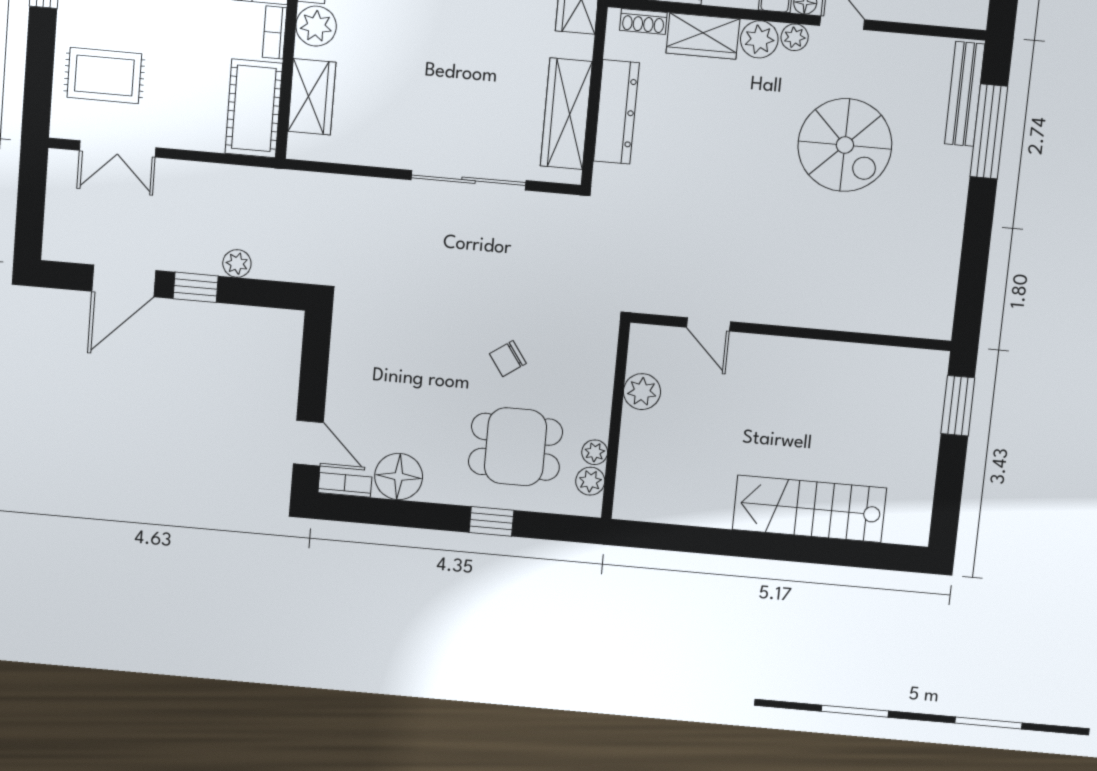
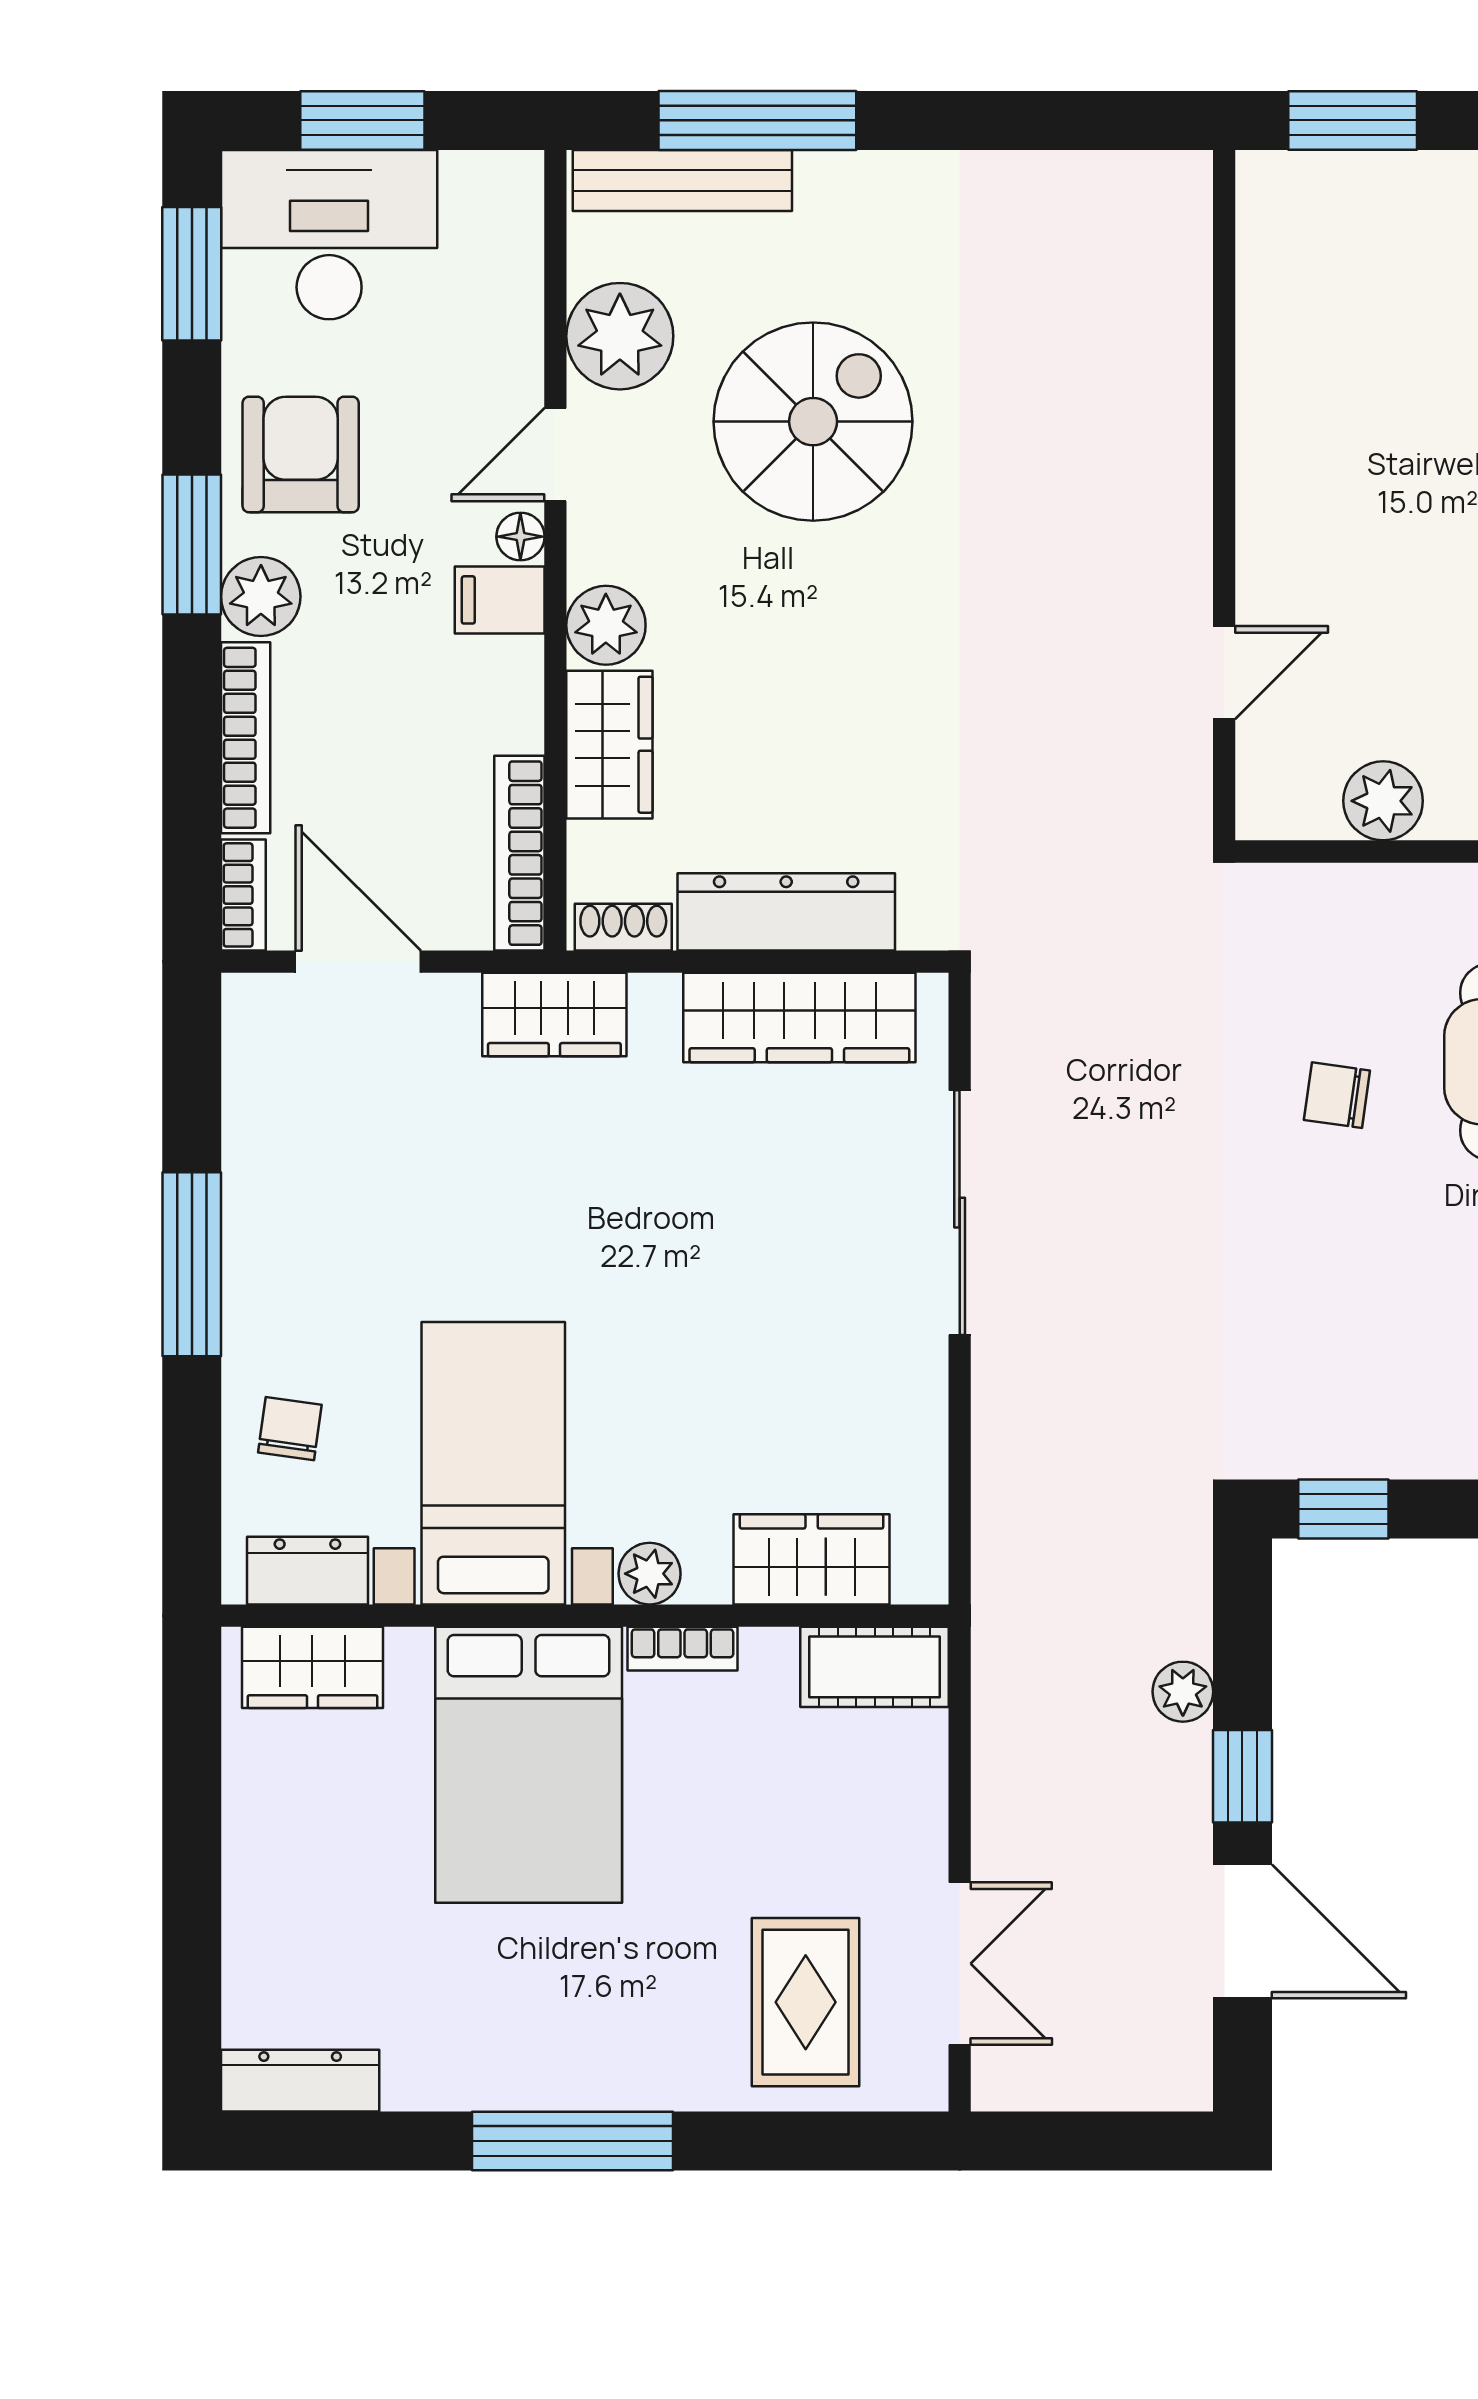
shoe rack: (643, 21) -> (623, 927), moved, turned -90
plant: (316, 26) -> (650, 1574), width x0.73, depth x0.73
plant: (795, 37) -> (620, 336), moved, width x1.87, depth x1.87
cot: (254, 108) -> (875, 1667), width x0.73, depth x0.75
window: (316, 344) -> (1343, 1509), added
chair: (508, 359) -> (1337, 1095), turned 133

